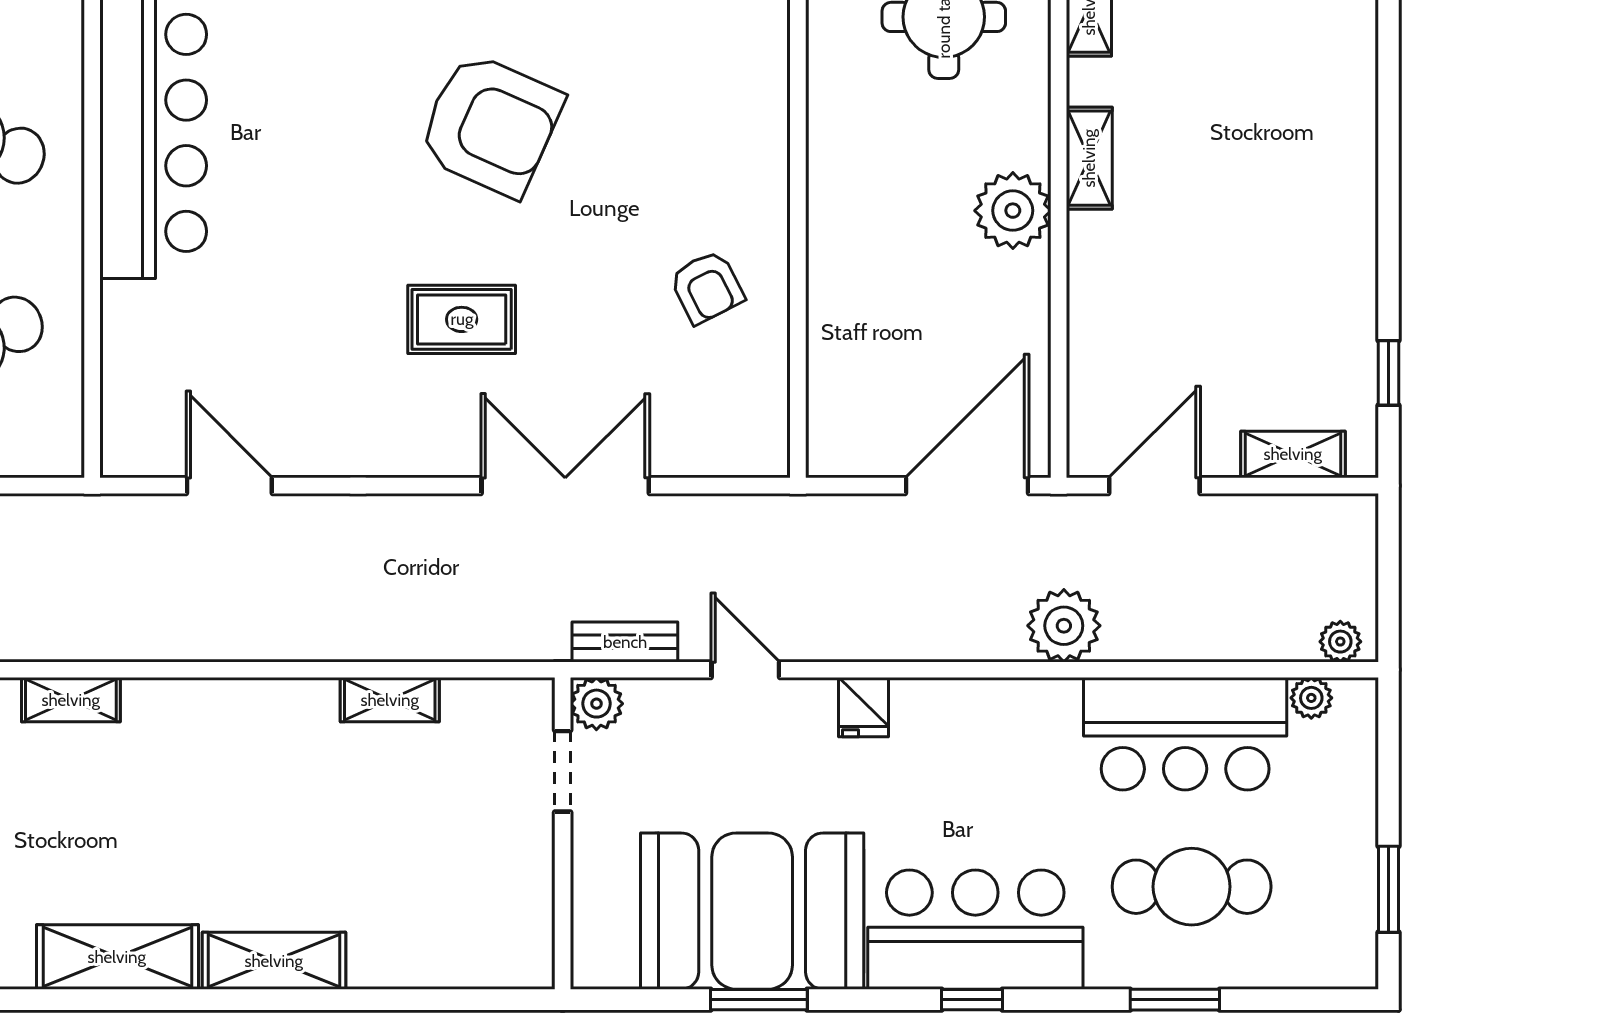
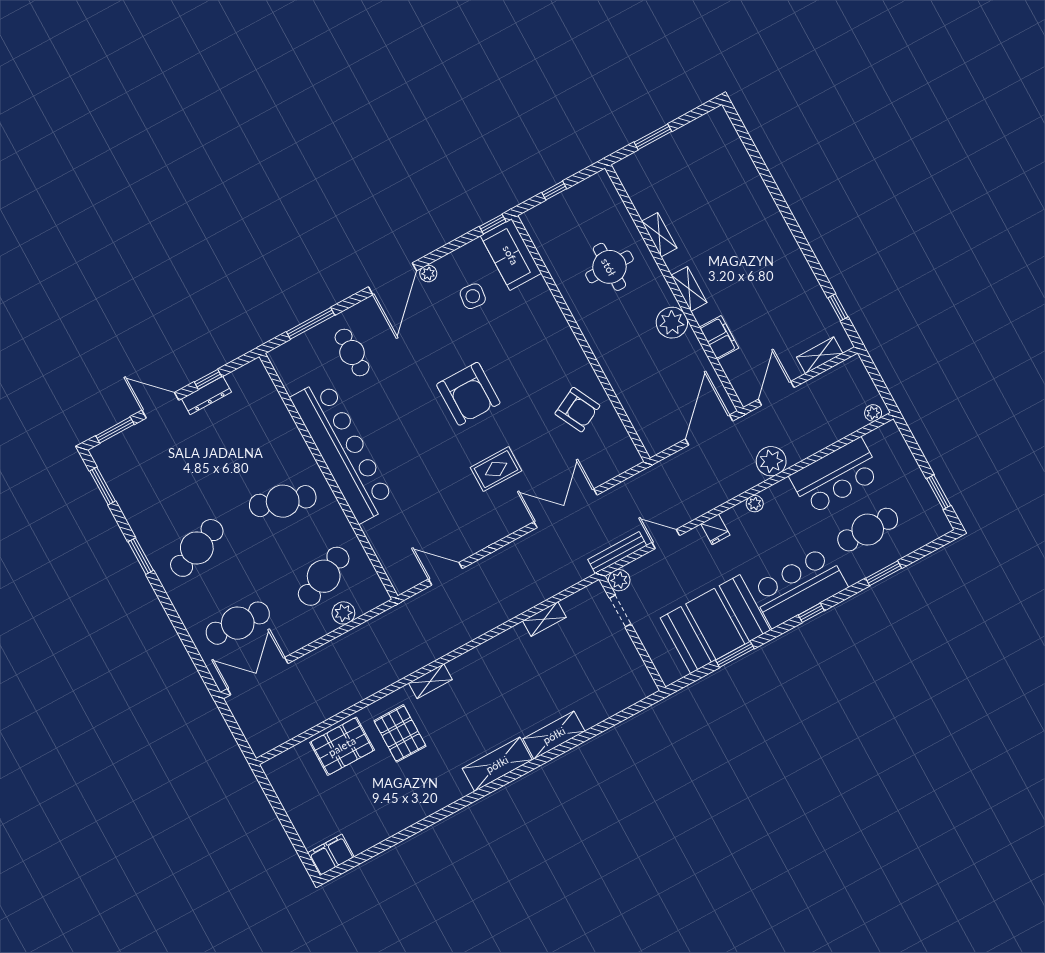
armchair: (490, 125) -> (468, 394), turned 66
armchair: (707, 287) -> (577, 410), width x1.38, depth x1.38
filing cabinet: (1097, 298) -> (719, 338), added
bench: (625, 642) -> (617, 553), width x1.36
plant: (1311, 698) -> (755, 504), moved

